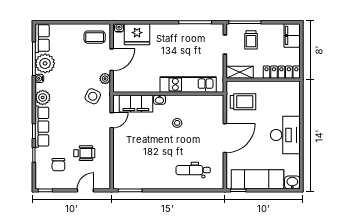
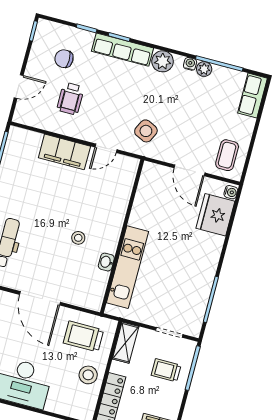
row of seats: (42, 38) -> (253, 96), moved, turned 90
plant: (45, 63) -> (204, 69), width x0.53, depth x0.53
plant: (105, 79) -> (166, 154), removed
stool: (268, 92) -> (88, 375), added
washbasin: (159, 100) -> (106, 262), moved
trolley: (243, 102) -> (83, 336), turned 90
filing cabinet: (136, 103) -> (64, 152), moved, turned -90
door: (112, 120) -> (106, 148), hinge flipped
door: (85, 190) -> (19, 87), hinge flipped

